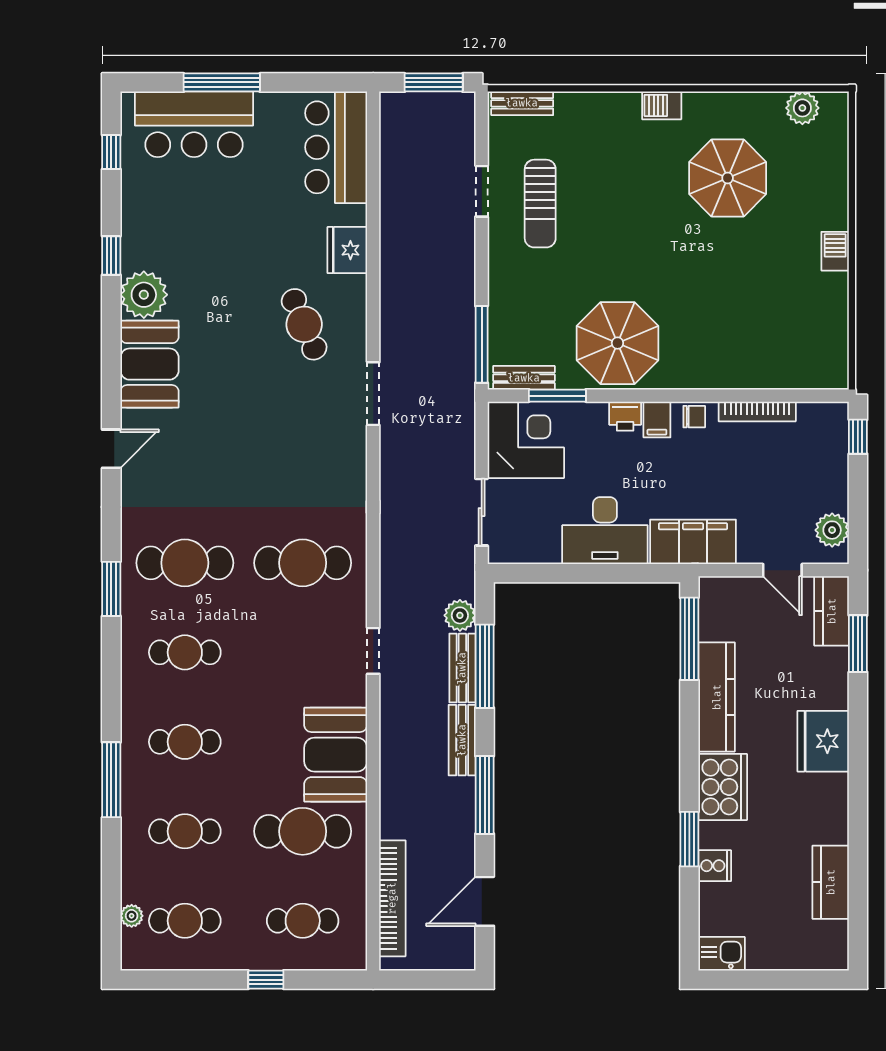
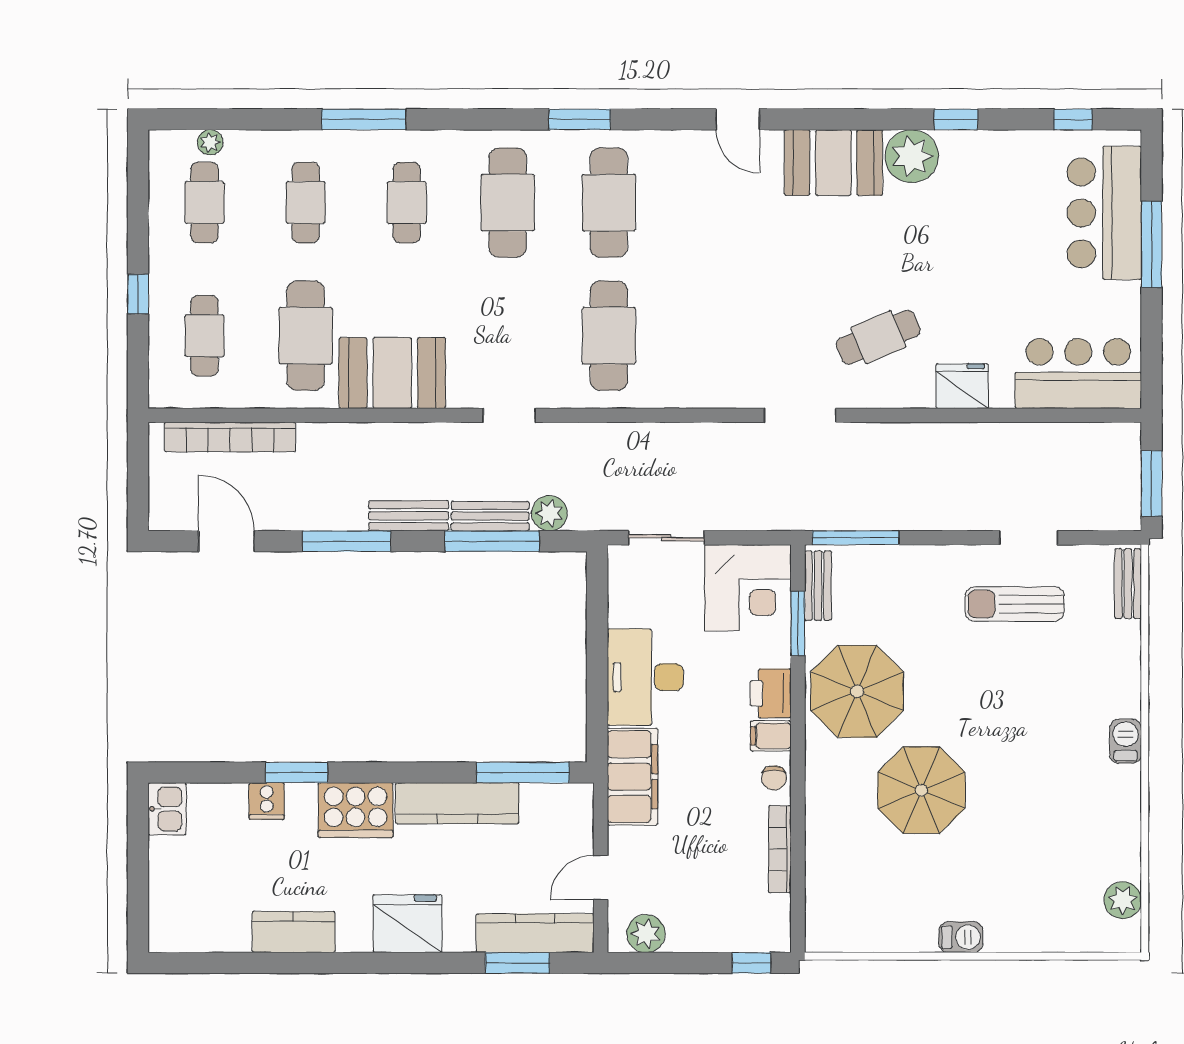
parasol: (728, 178) -> (921, 790), moved
printer: (625, 416) -> (771, 693), width x1.36, depth x1.24
kitchen counter: (832, 611) -> (535, 933), width x1.50
cafe table: (185, 652) -> (508, 203), width x1.37, depth x1.35
kitchen counter: (831, 882) -> (294, 932), moved

